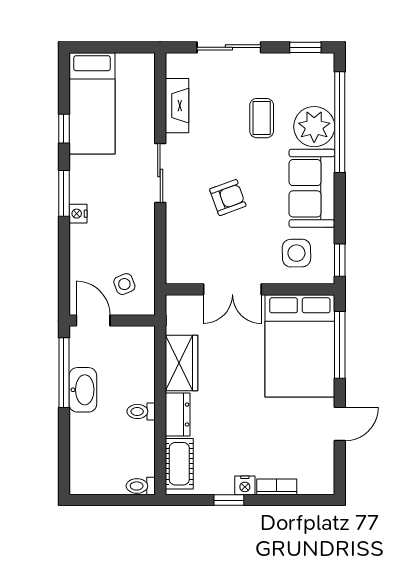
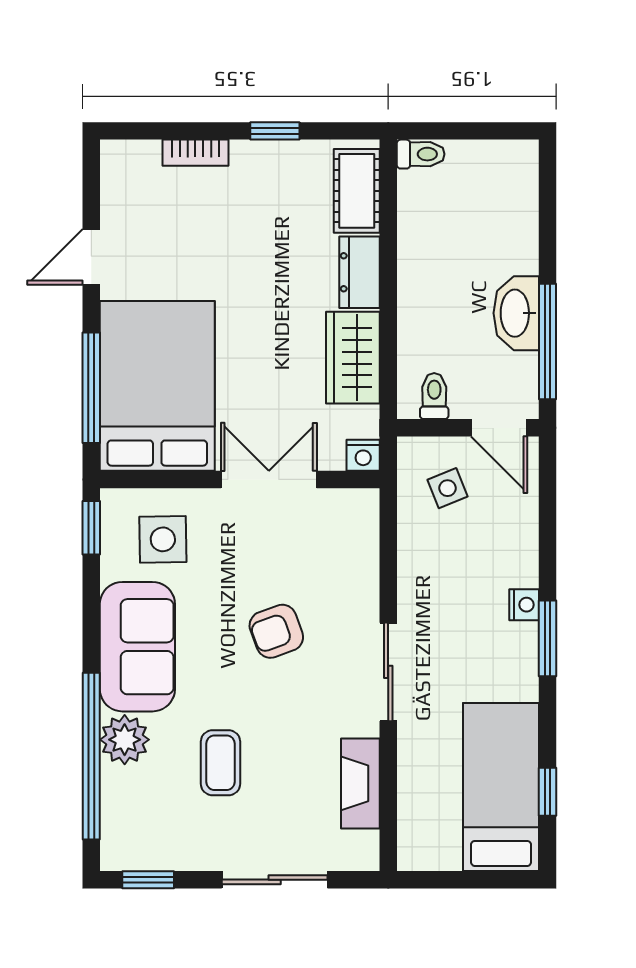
plant: (314, 127) -> (125, 740), width x0.73, depth x0.73
window: (64, 129) -> (547, 792), moved
toilet: (141, 411) -> (434, 396), moved, turned -90
nightstand: (245, 485) -> (363, 455), moved, turned 180

